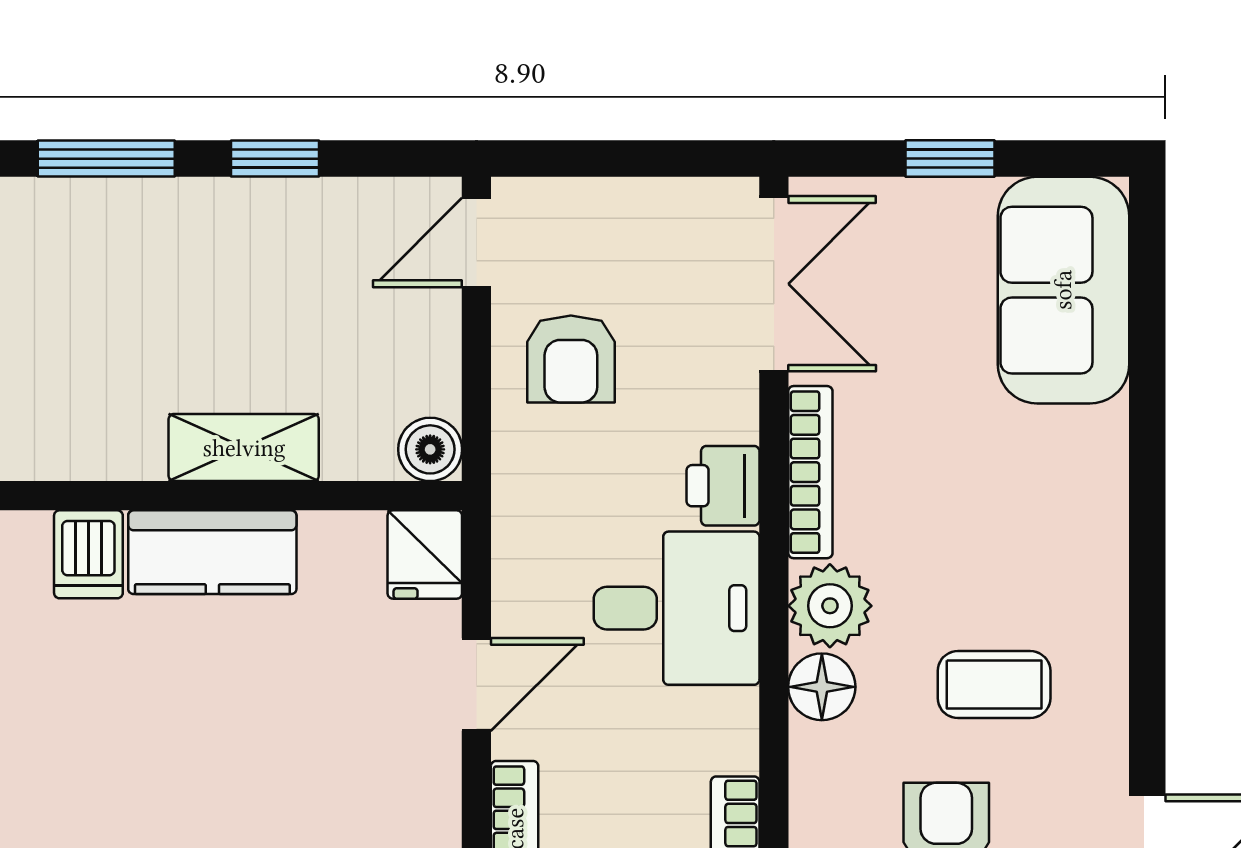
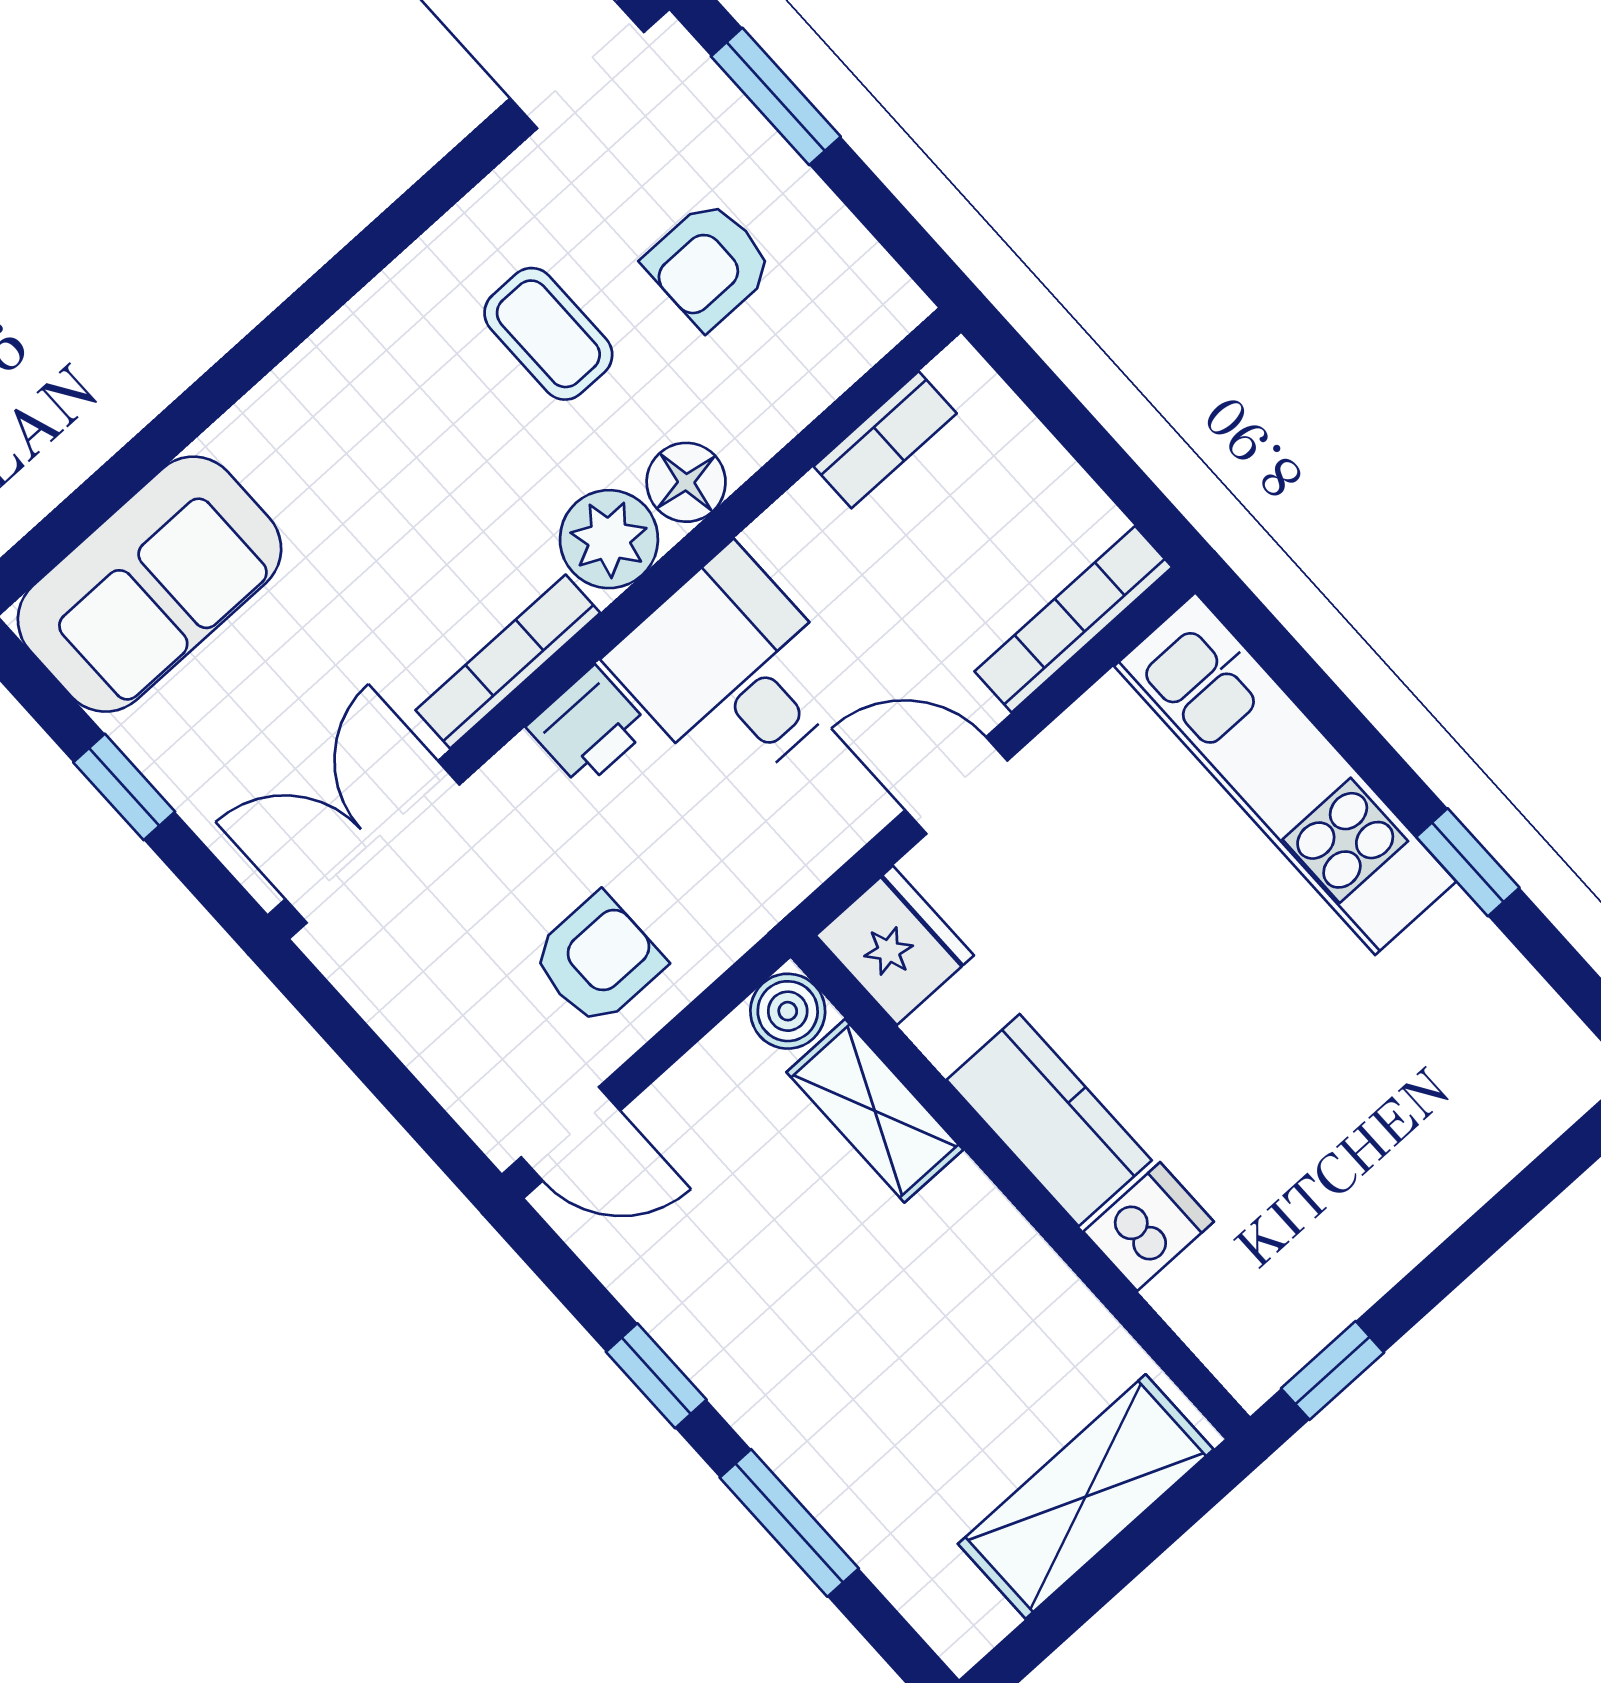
shelving: (244, 448) -> (875, 1111), moved
fridge: (425, 555) -> (895, 945), width x1.38

